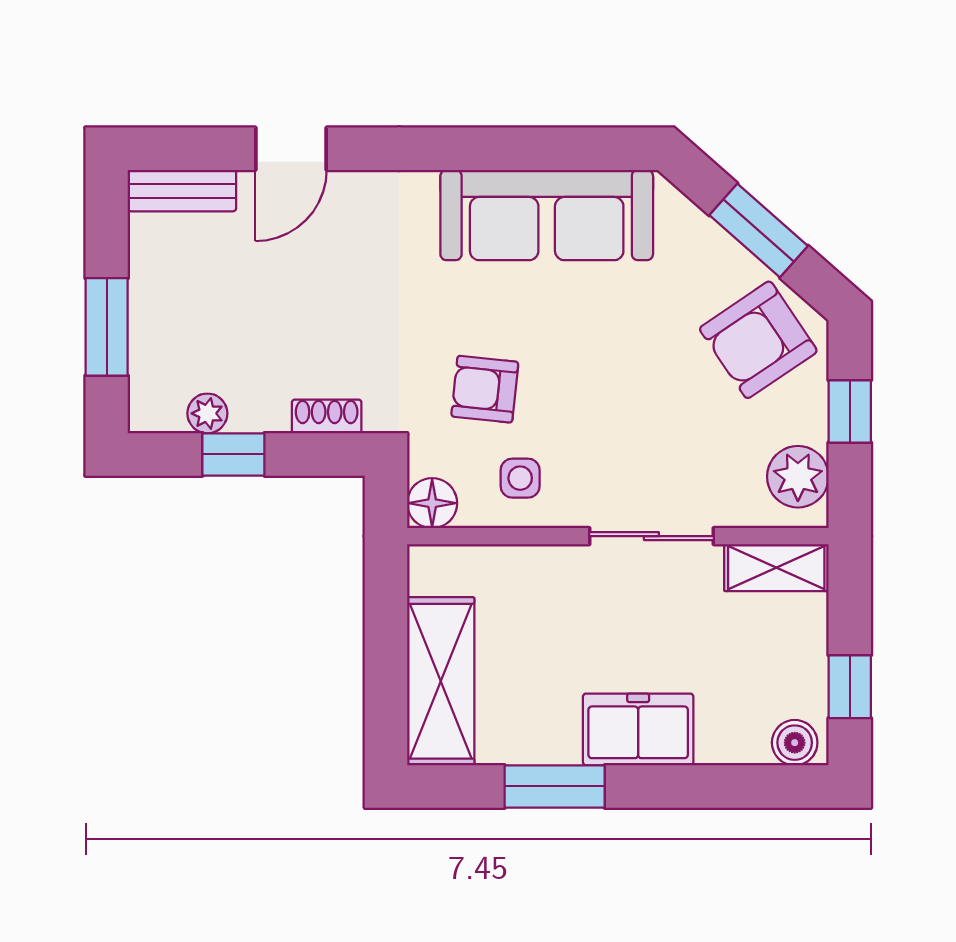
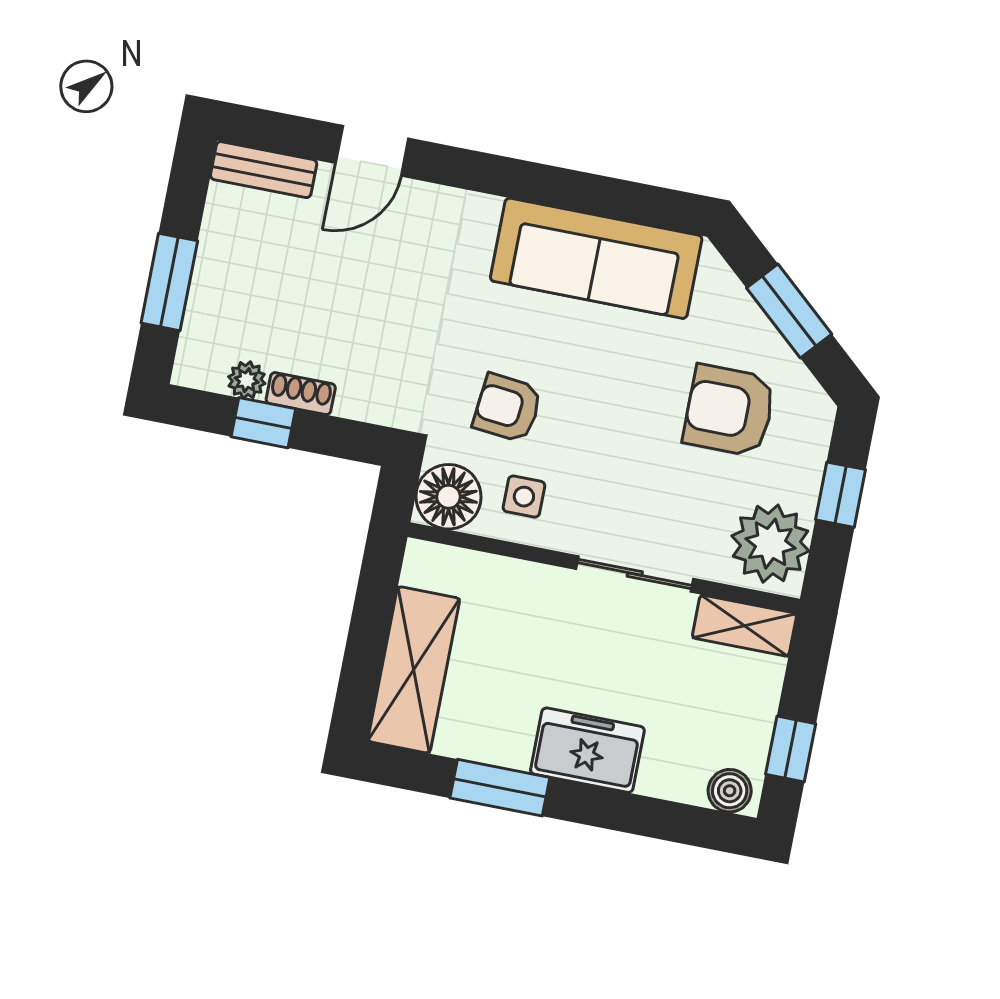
armchair: (758, 340) -> (729, 411), moved, turned 34
shoe rack: (327, 416) -> (301, 394), moved
plant: (798, 477) -> (770, 544), width x1.36, depth x1.36
floor lamp: (432, 503) -> (448, 497), width x1.38, depth x1.38

